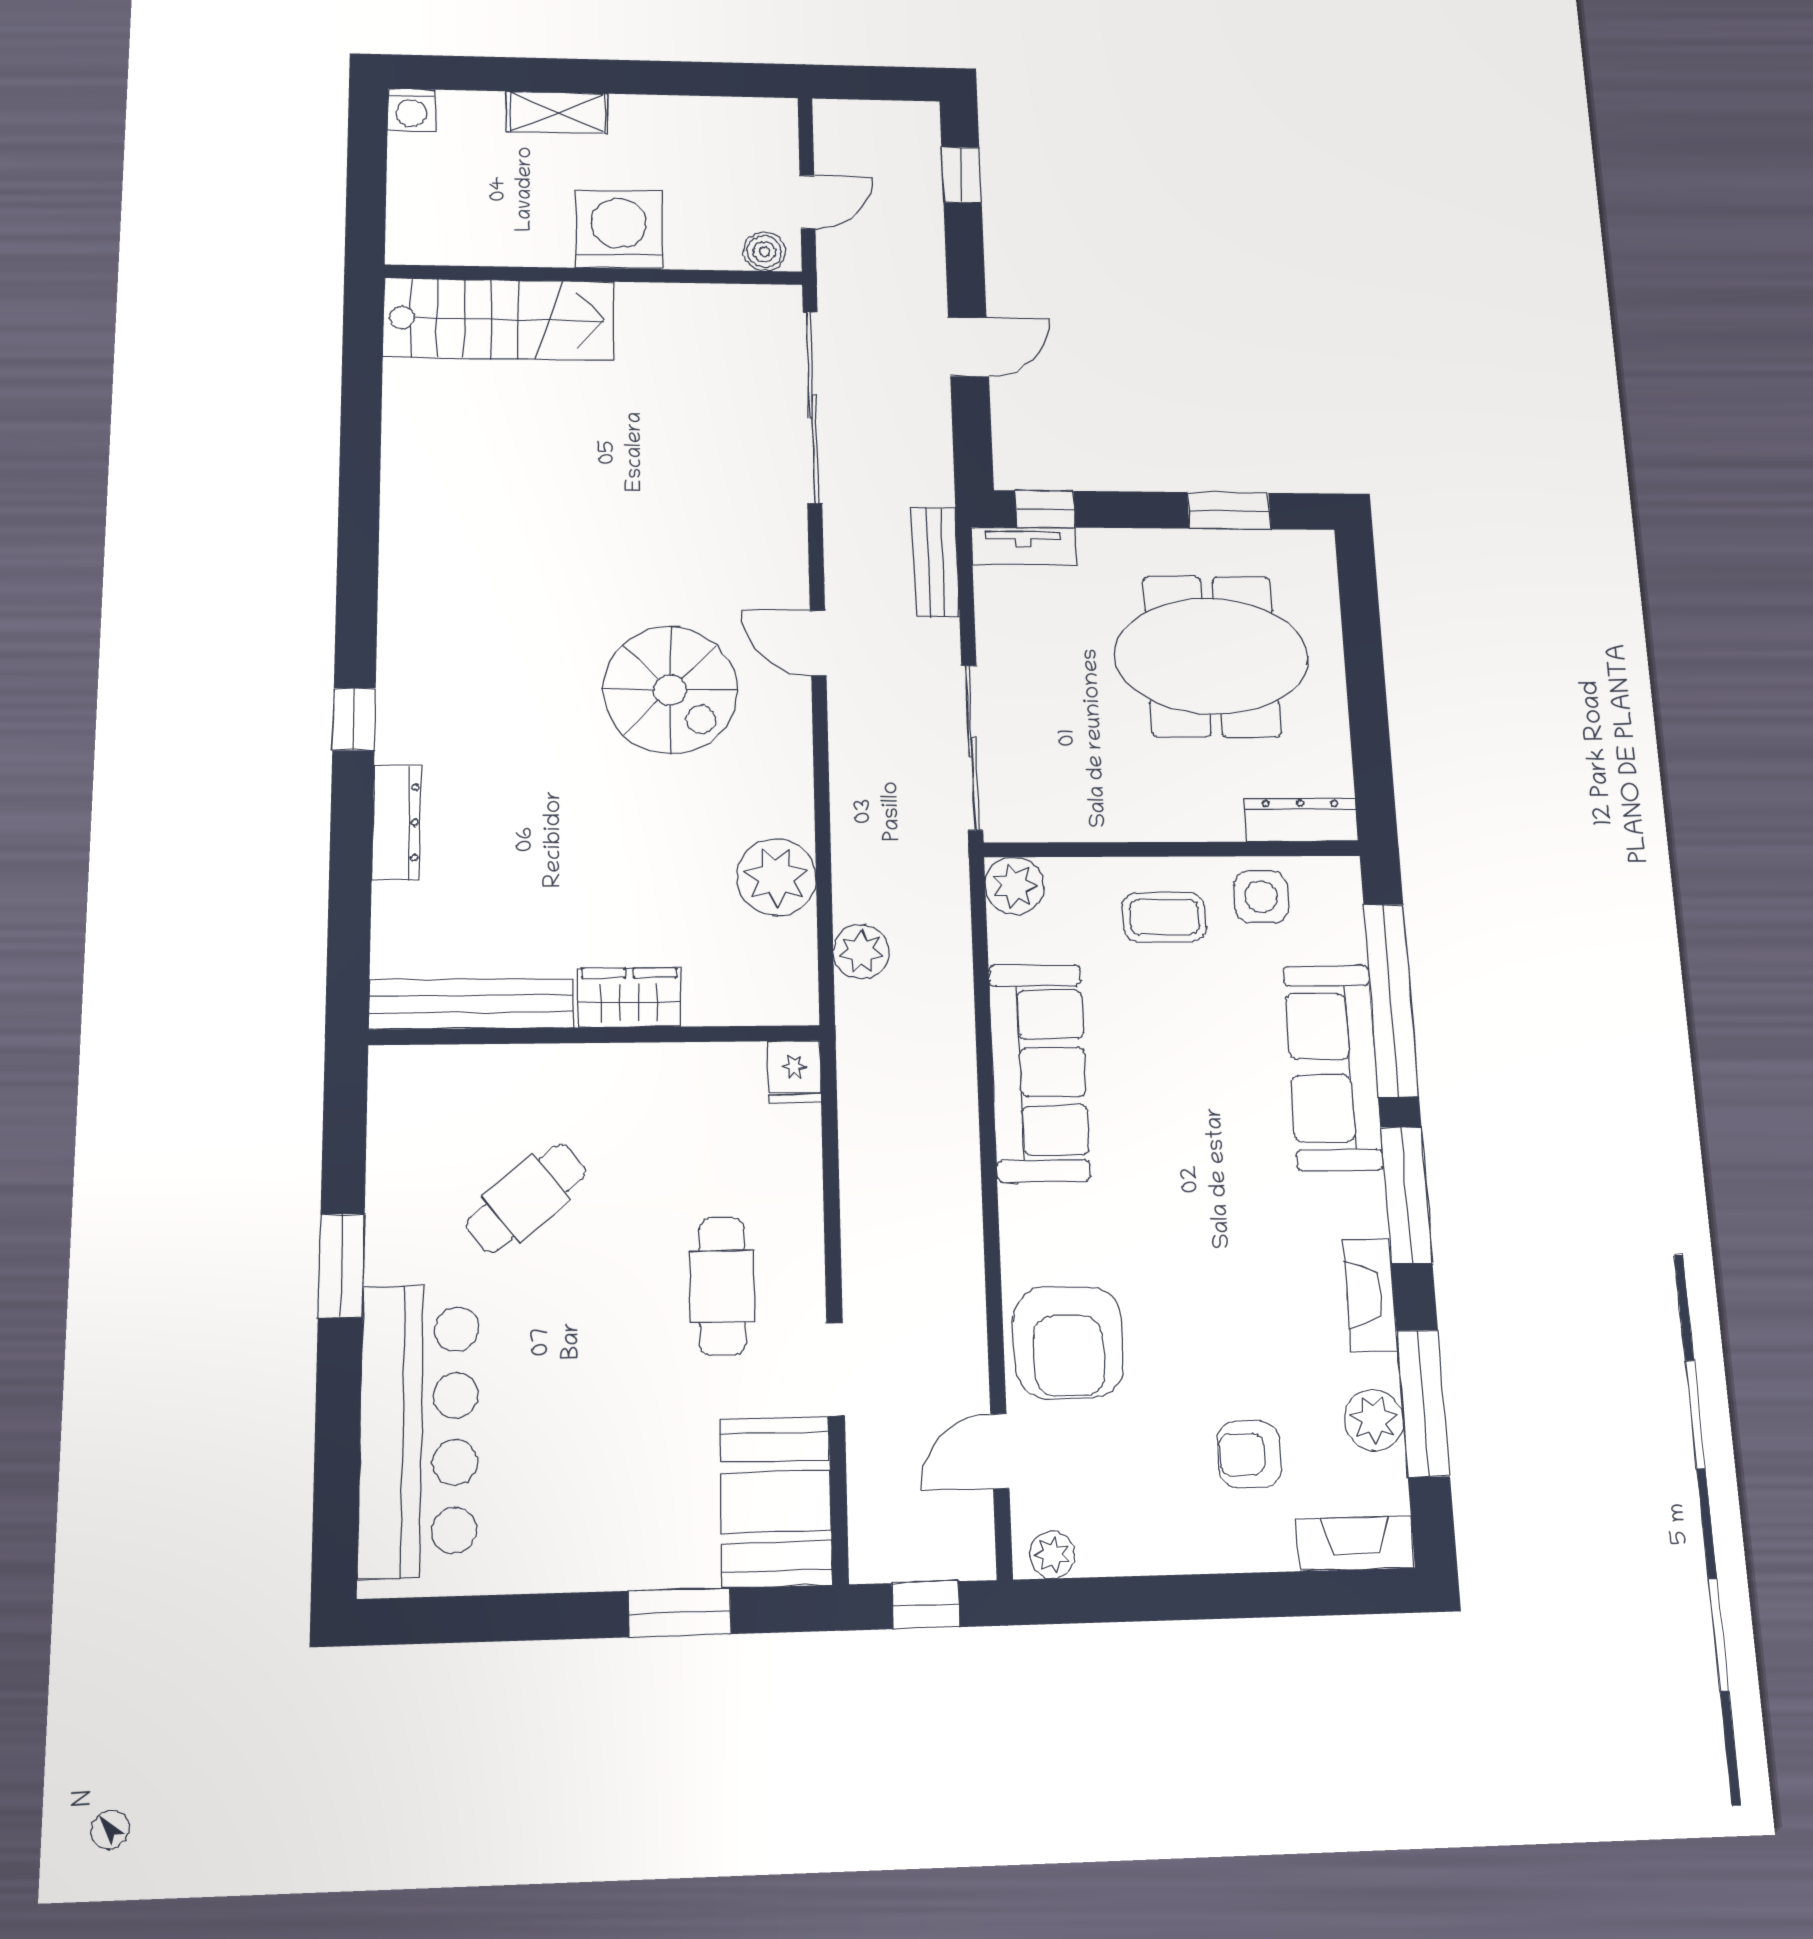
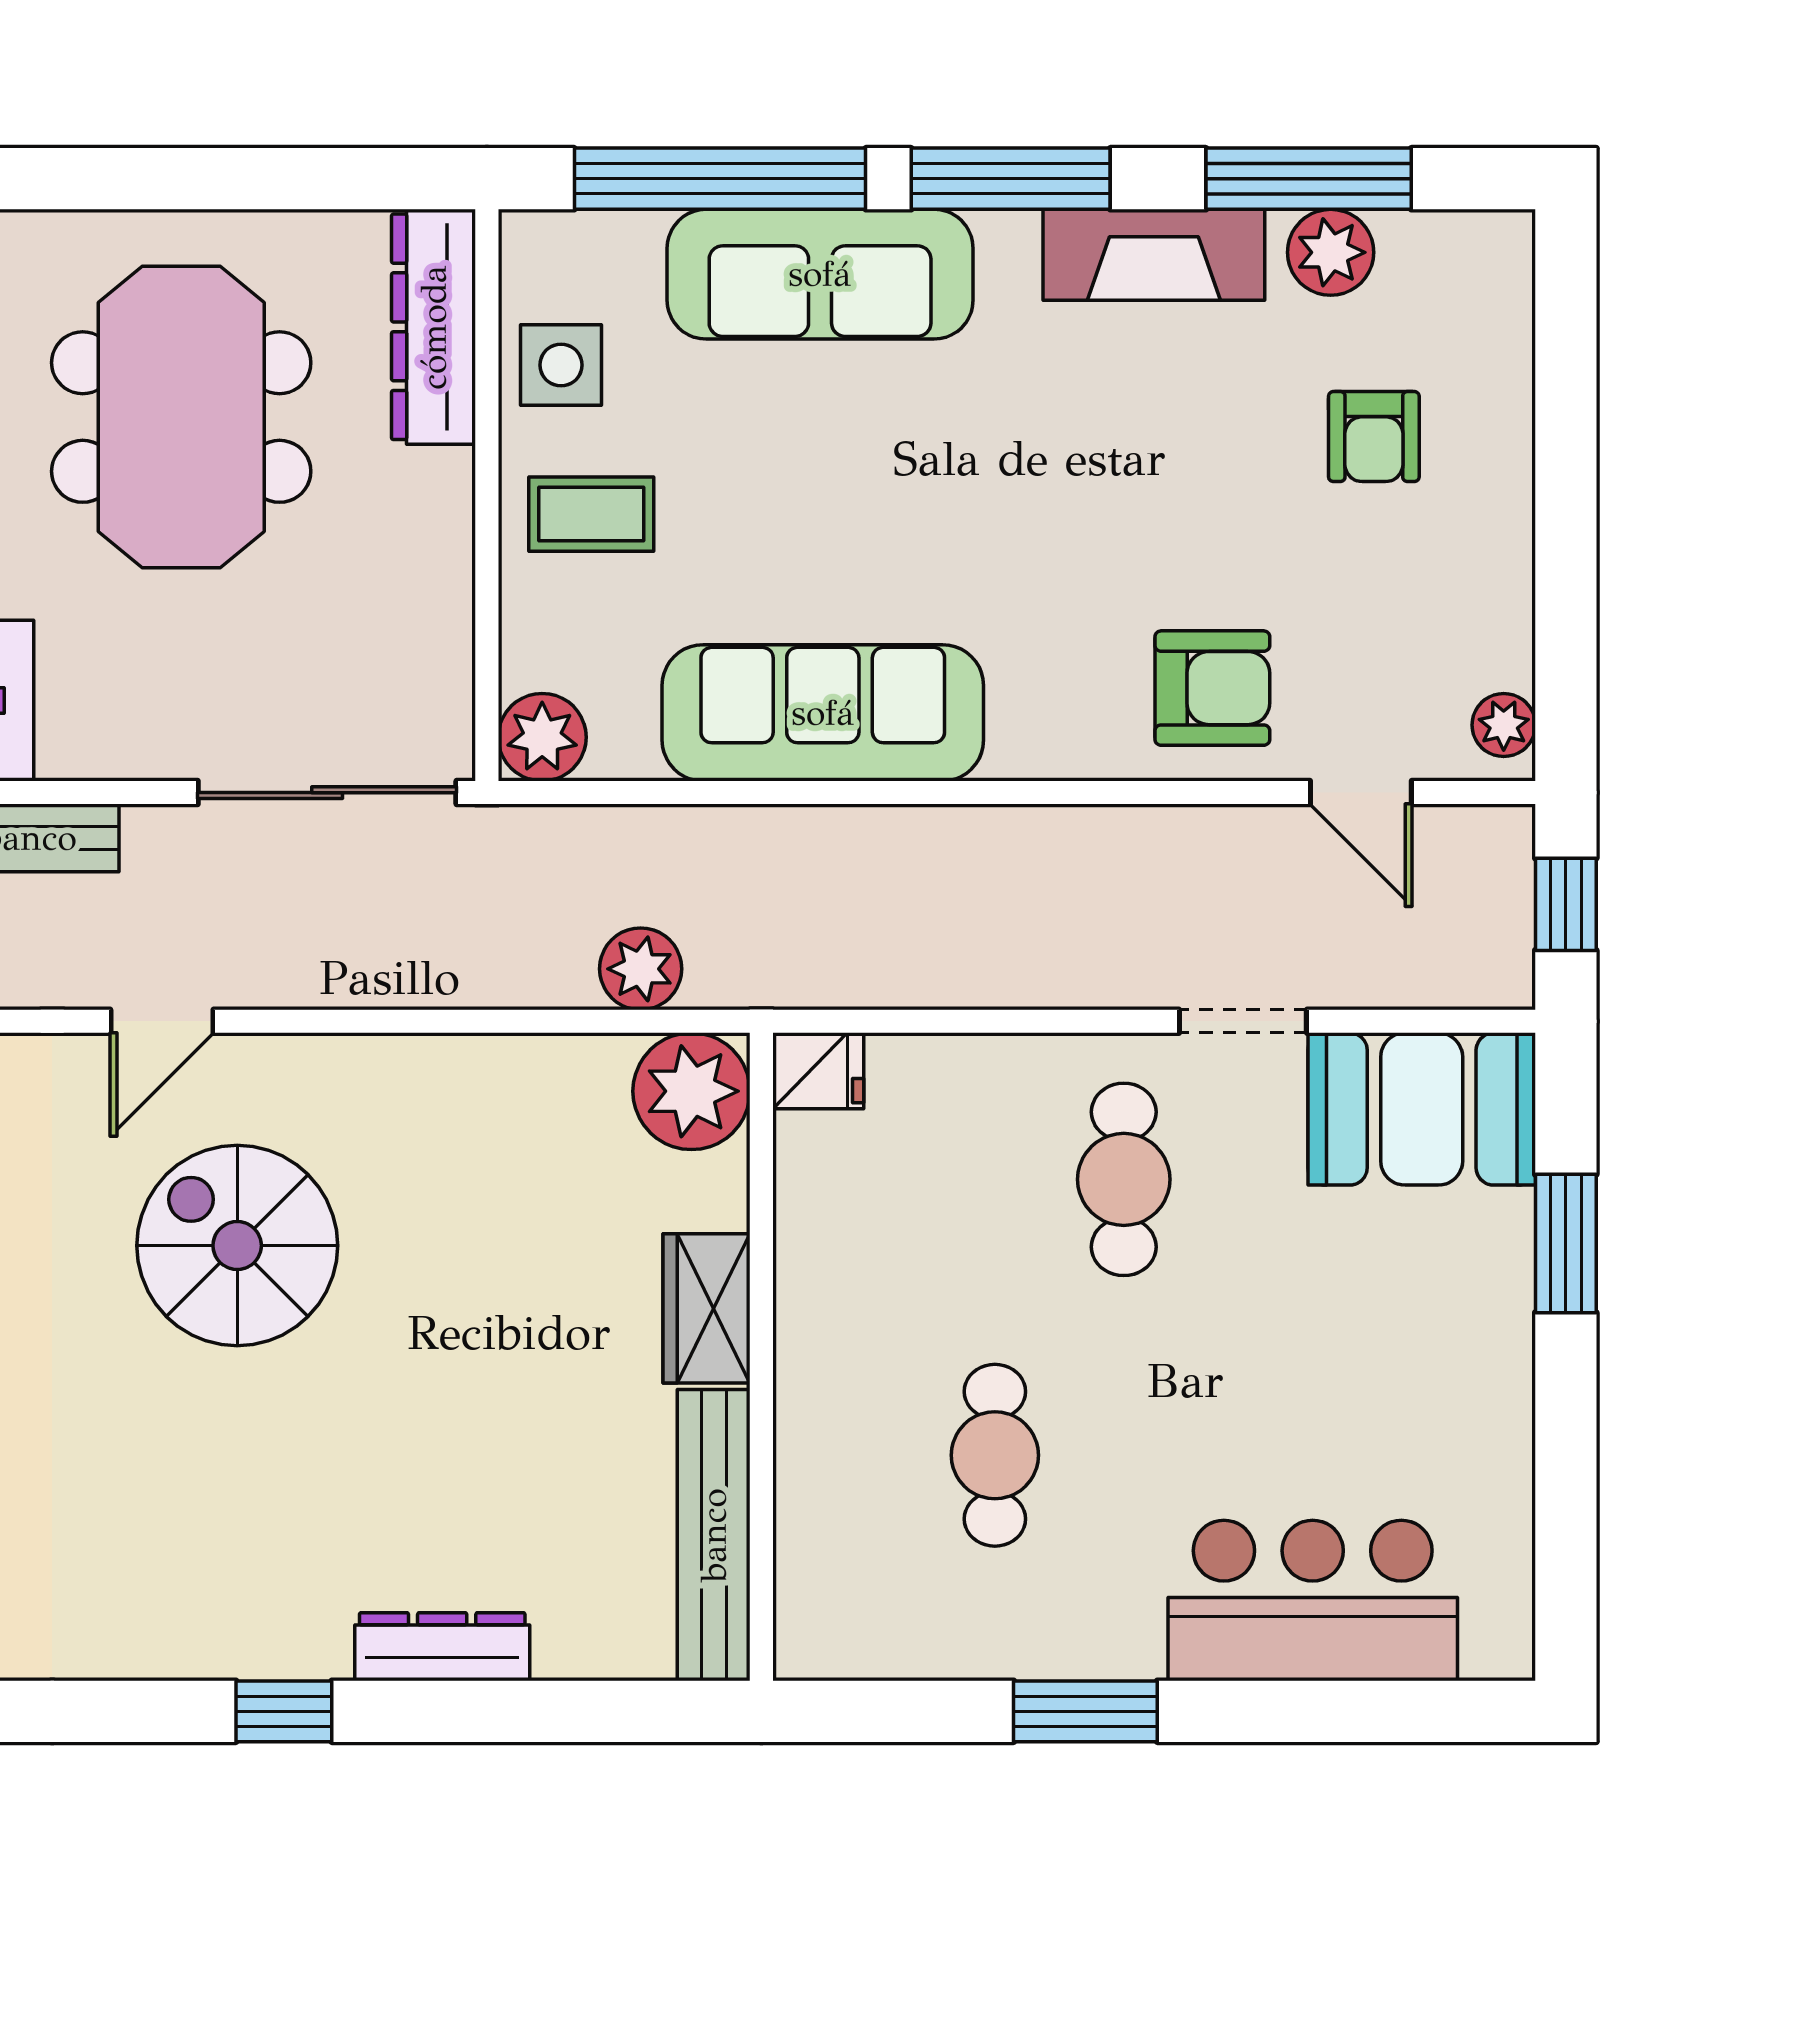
spiral stairs: (670, 690) -> (237, 1246), turned -90
dresser: (1301, 820) -> (434, 327), width x1.37, depth x1.24
plant: (776, 877) -> (691, 1091), moved
coffee table: (1164, 917) -> (591, 514), turned 90
cafe table: (526, 1198) -> (995, 1455), turned 40
cafe table: (722, 1286) -> (1124, 1179), turned 90
fireplace: (1370, 1295) -> (1154, 255), width x1.37, depth x1.32
armchair: (1068, 1342) -> (1212, 688), width x0.73, depth x0.73
bar counter: (419, 1430) -> (1313, 1601), width x0.73
fireplace: (1356, 1543) -> (1500, 292), removed

